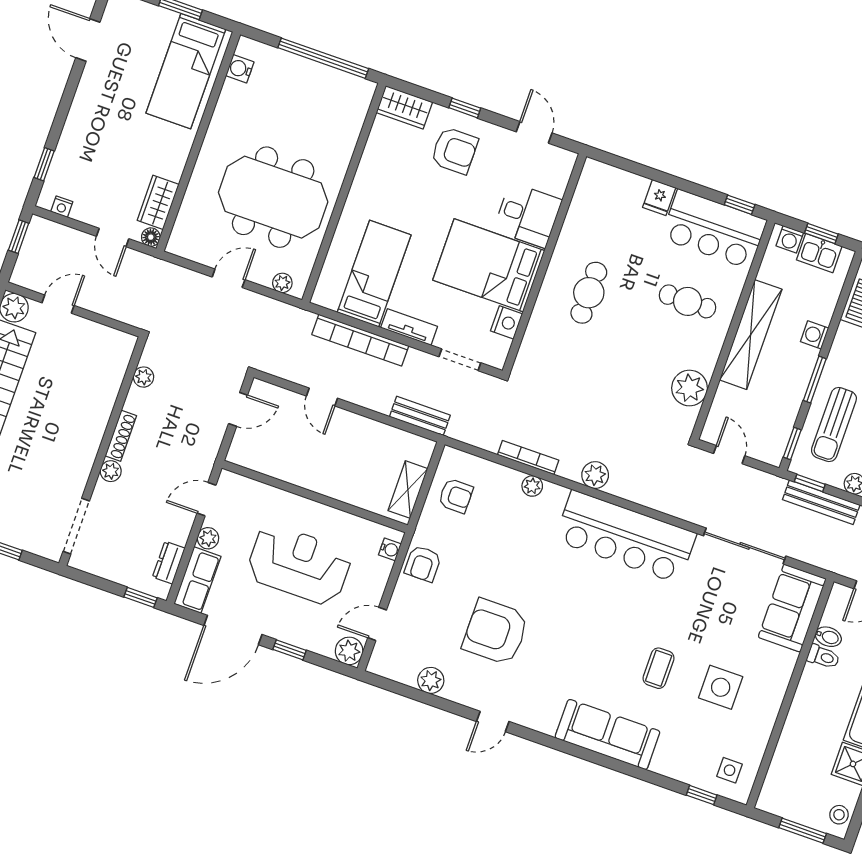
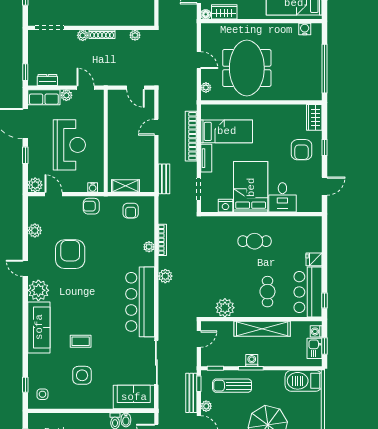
washing machine: (815, 335) -> (252, 360), moved
plant: (540, 712) -> (38, 290), added

